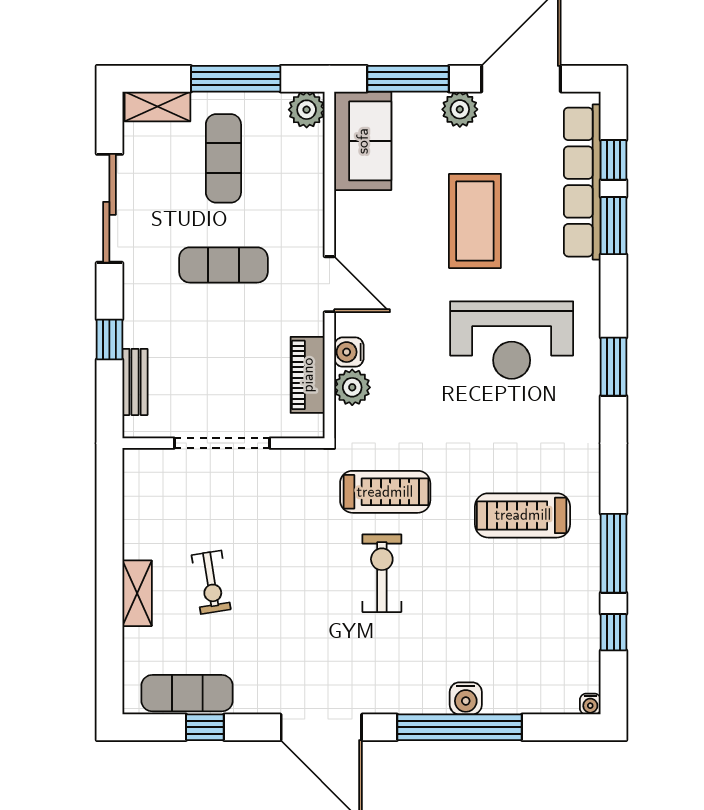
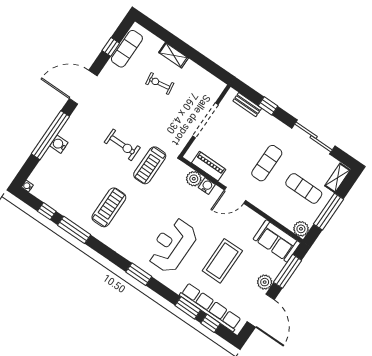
coffee table: (475, 221) -> (222, 261), turned 90

